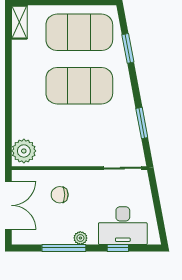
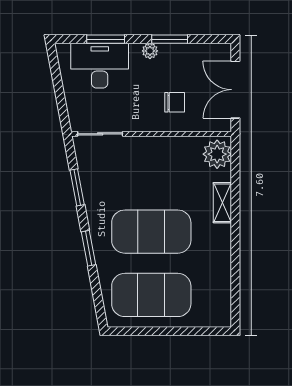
shelving: (19, 22) -> (222, 203), moved
window: (128, 48) -> (88, 248), moved
window: (64, 248) -> (170, 39), width x0.69
window: (118, 248) -> (106, 39), width x1.50

